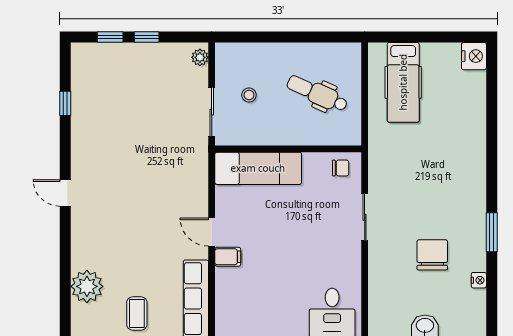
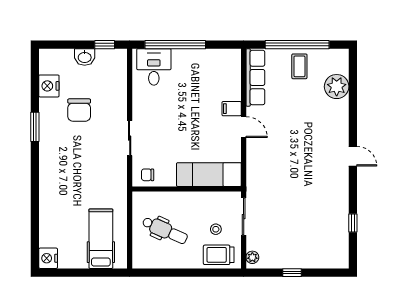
window: (110, 37) -> (319, 273), removed
trolley: (245, 61) -> (219, 255), added
nightstand: (479, 280) -> (49, 86), width x1.89, depth x1.79

